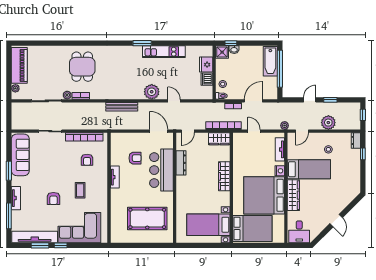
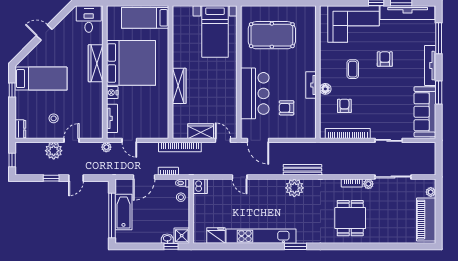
window: (142, 43) -> (295, 246), moved
kitchen unit: (164, 52) -> (261, 236), width x1.36
bathtub: (270, 61) -> (123, 212), moved
fridge: (206, 65) -> (216, 235), moved, turned -90
dishwasher: (207, 79) -> (200, 186), moved
plant: (152, 92) -> (294, 188), moved
door: (188, 131) -> (223, 140), hinge flipped
door: (254, 131) -> (129, 140), moved
door: (302, 131) -> (71, 140), moved
wardrobe: (219, 139) -> (201, 131), moved
window: (363, 154) -> (12, 90), moved
dresser: (181, 163) -> (231, 102), removed
bed: (309, 169) -> (41, 79), moved, turned 180
floor lamp: (103, 174) -> (325, 89), added
tv unit: (16, 198) -> (430, 66), width x1.41
door: (336, 221) -> (44, 33), hinge flipped
bed with nightstands: (208, 225) -> (215, 32), moved, turned 90
bed: (252, 228) -> (145, 18), width x0.67

